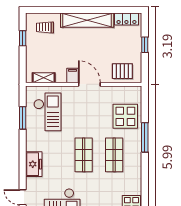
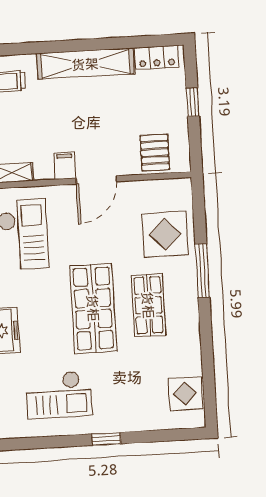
pallet: (122, 71) -> (155, 153), turned 90
door: (89, 84) -> (96, 180), swing flipped
shop shelf: (84, 155) -> (93, 308), width x1.43, depth x1.36

